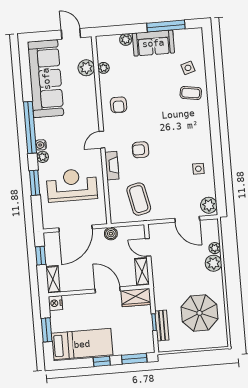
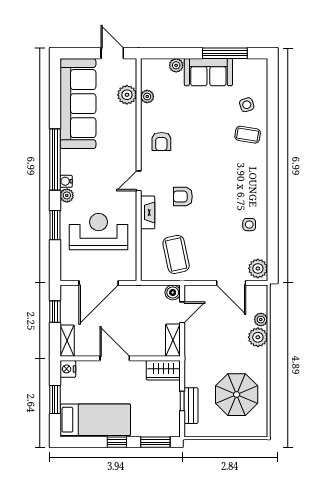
boiler: (111, 234) -> (173, 292), moved
door: (148, 247) -> (182, 312), swing flipped
door: (108, 290) -> (115, 358), moved

